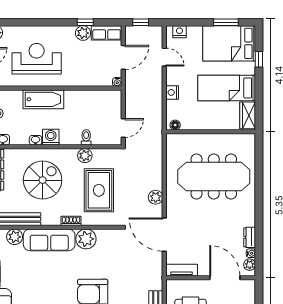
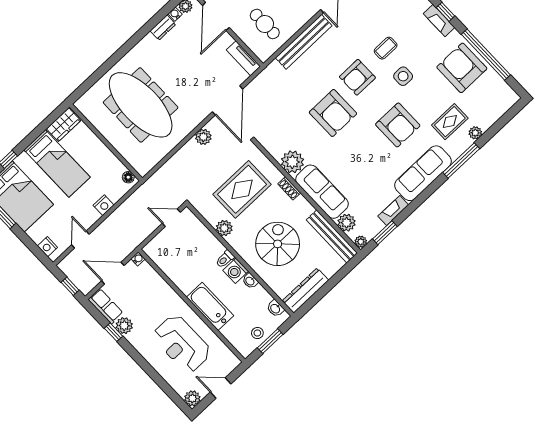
toilet: (86, 137) -> (225, 259), moved
spiral stairs: (43, 180) -> (278, 244), turned 90

